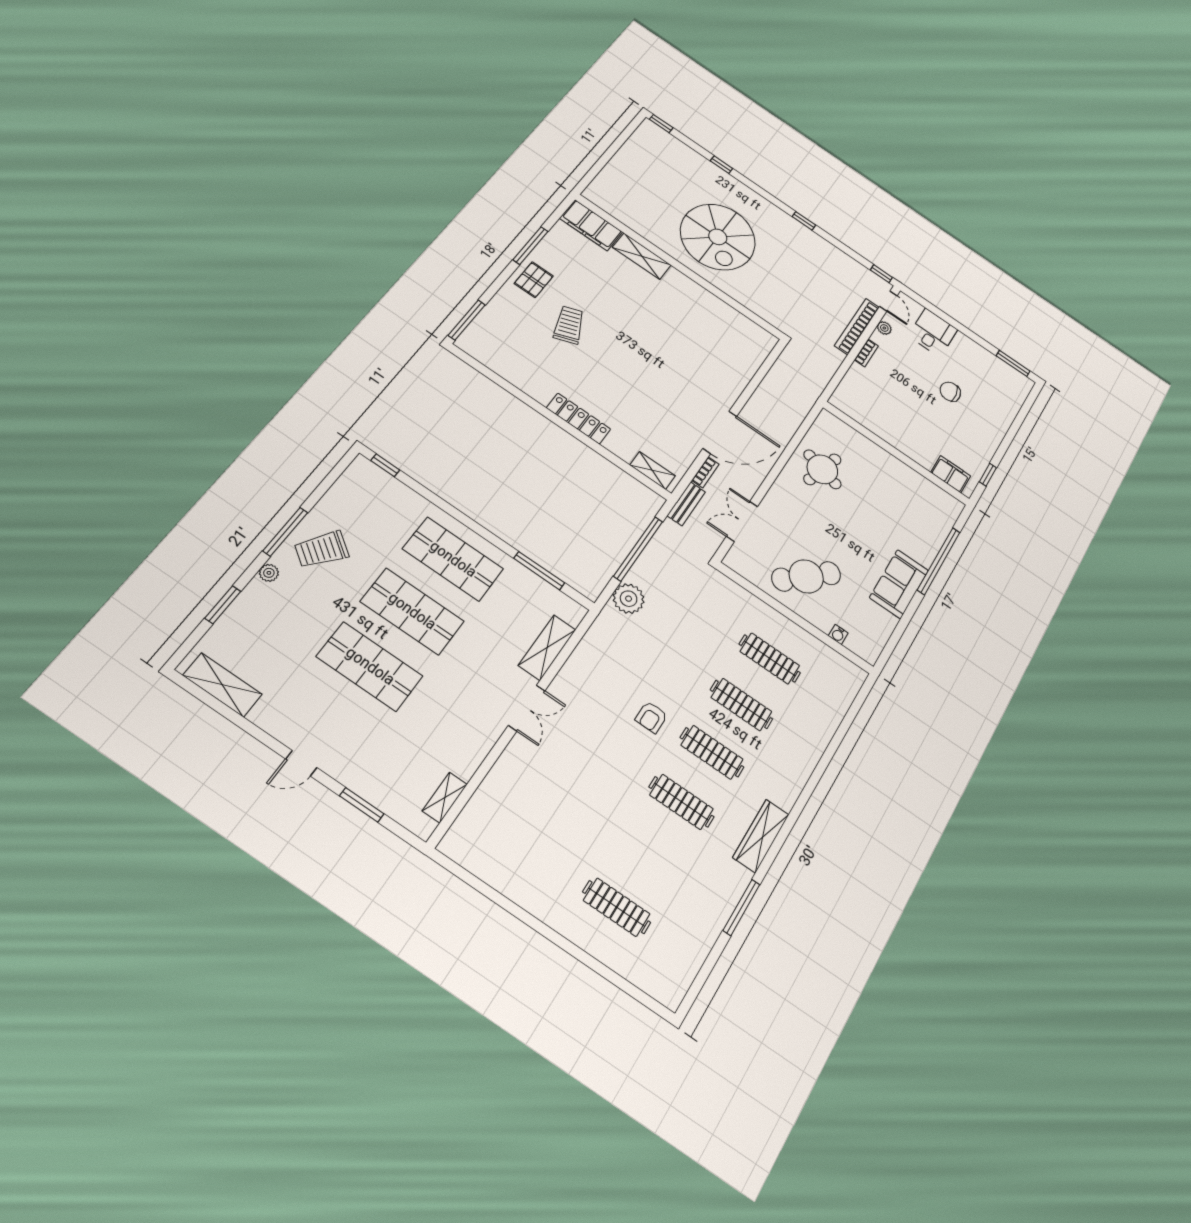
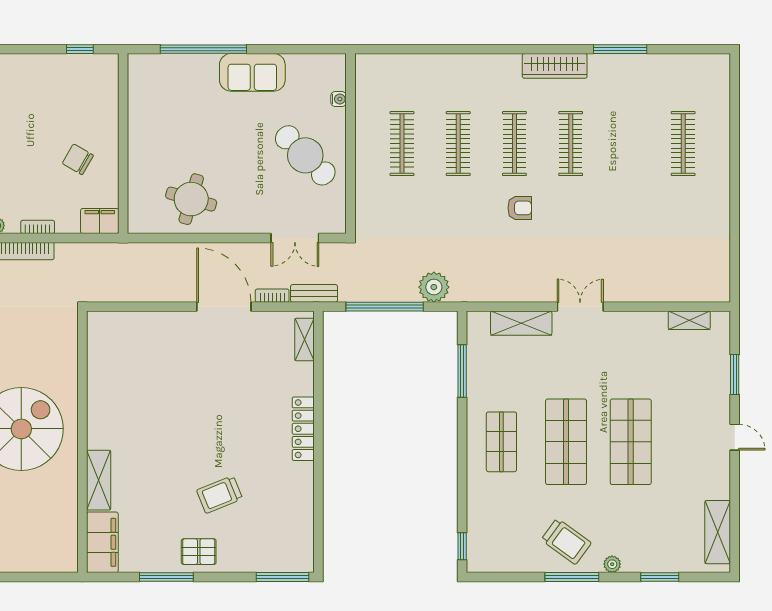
chair: (950, 392) -> (78, 159), moved, turned 127
filing cabinet: (951, 474) -> (100, 221), moved, turned 90
shop shelf: (453, 559) -> (501, 442), width x0.70, depth x0.74

